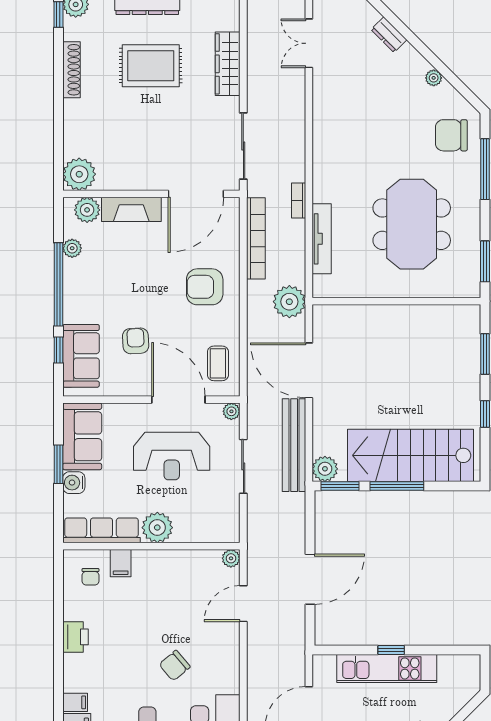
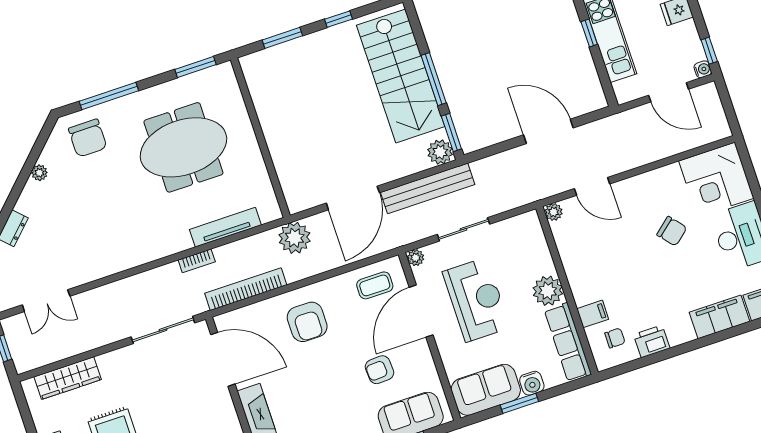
wardrobe: (228, 64) -> (68, 378), moved
printer: (75, 637) -> (652, 341), moved
filing cabinet: (75, 702) -> (720, 317), width x3.00, depth x1.17

